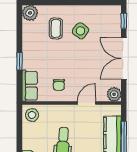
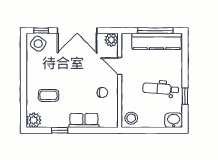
side table: (80, 31) -> (38, 44), moved
window: (19, 61) -> (60, 130), moved
row of seats: (30, 86) -> (84, 121), moved

